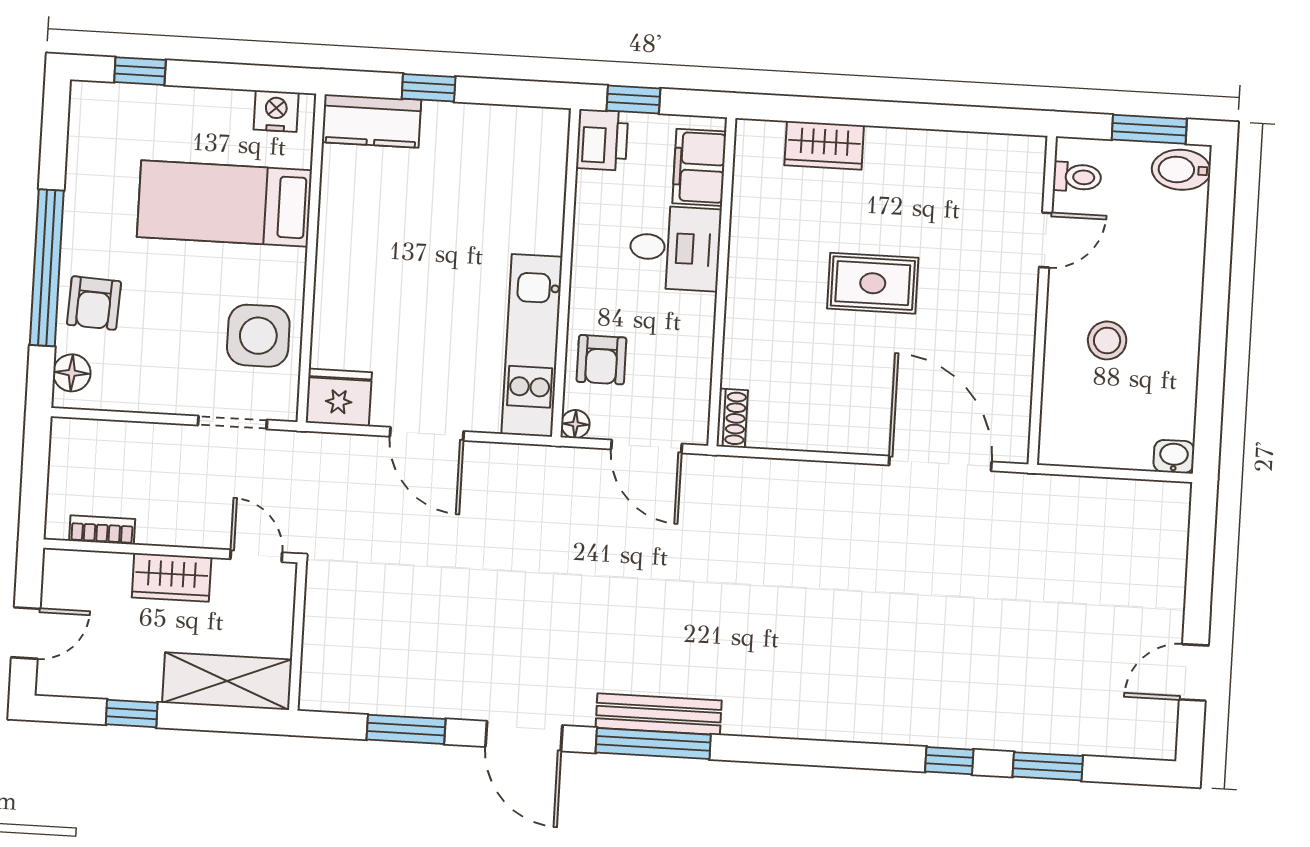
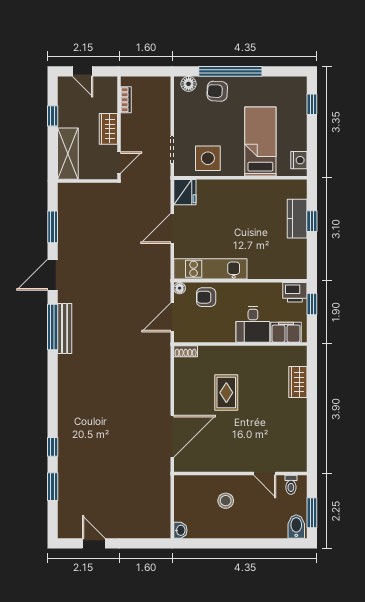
kitchen counter: (372, 121) -> (297, 219), moved
rug: (873, 283) -> (226, 393), moved

